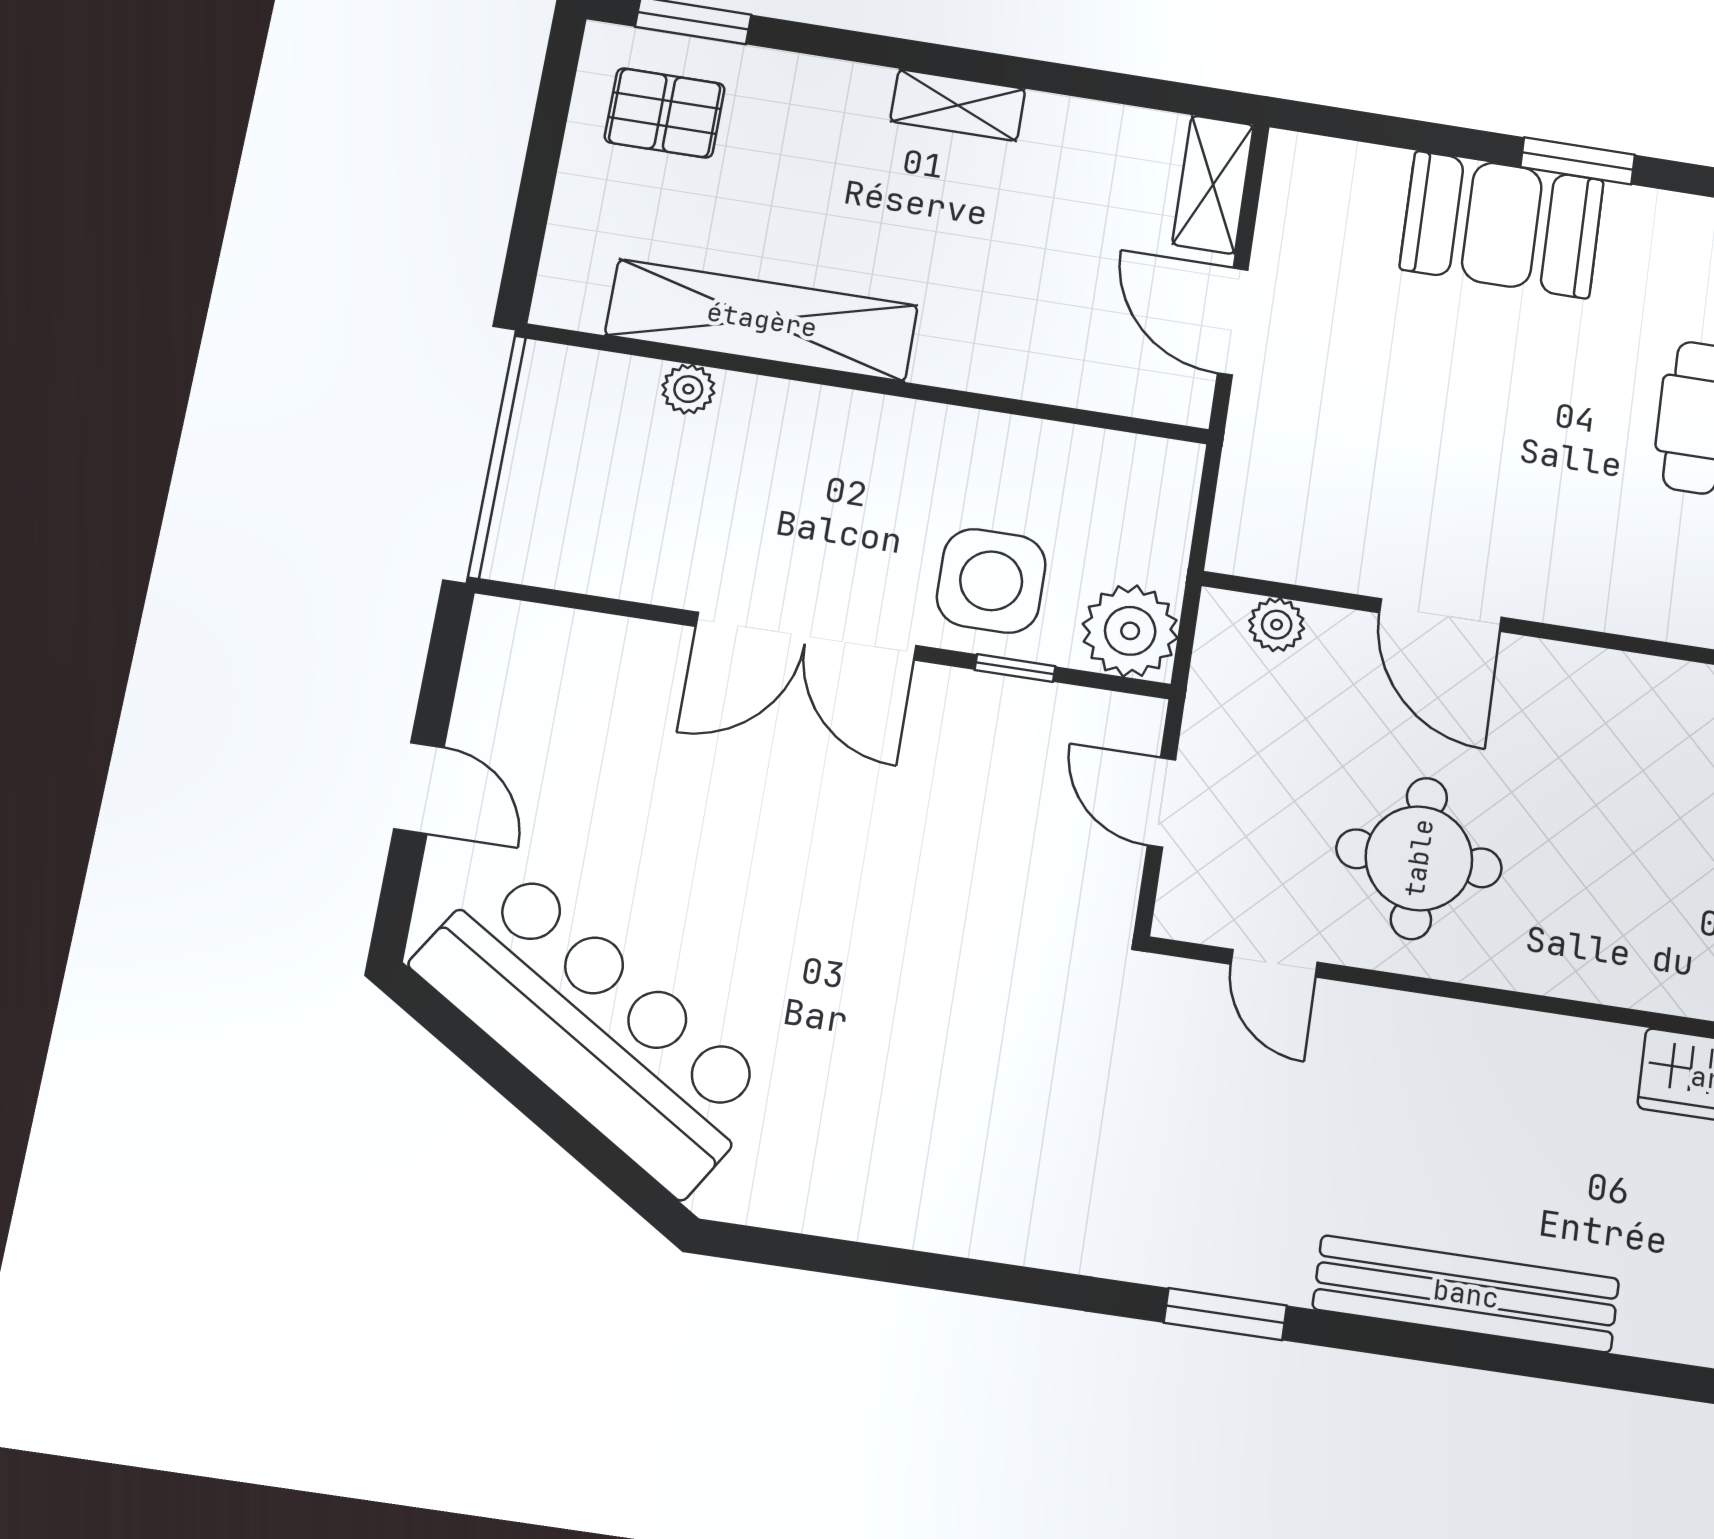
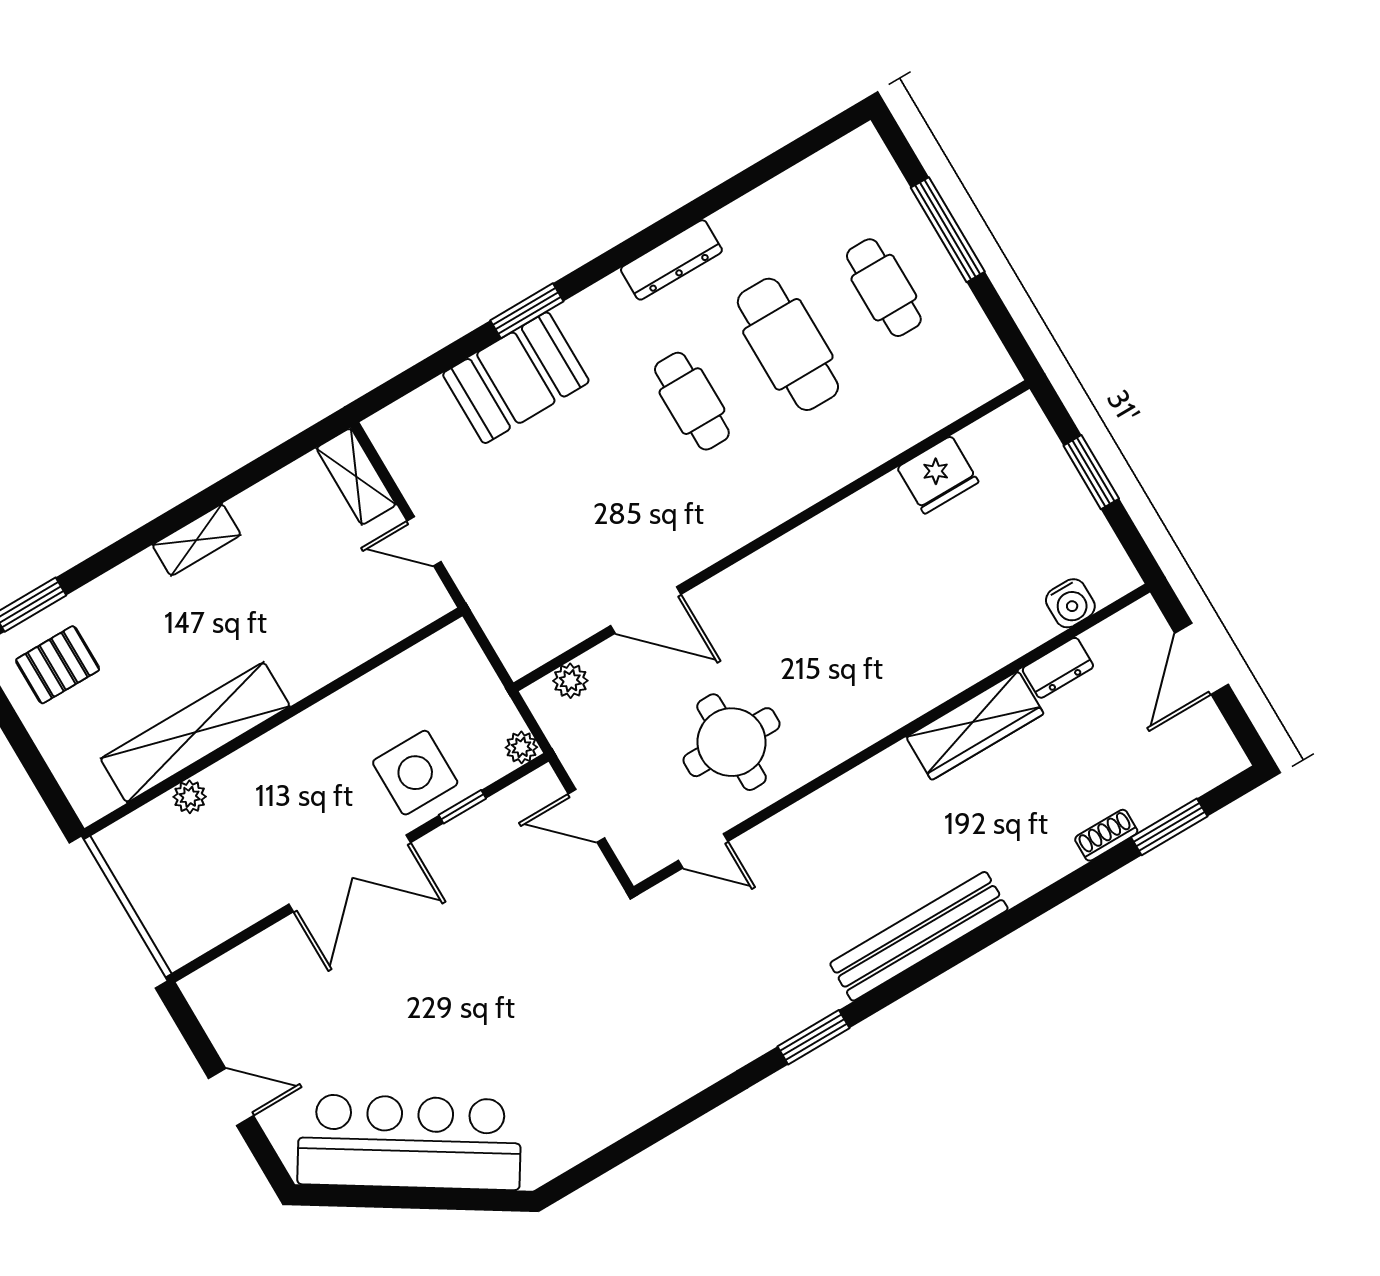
door: (1233, 321) -> (424, 541), width x0.73
plant: (1130, 631) -> (521, 747), width x0.53, depth x0.53

